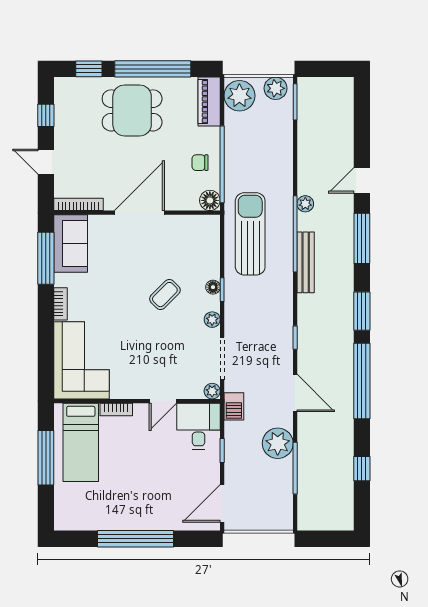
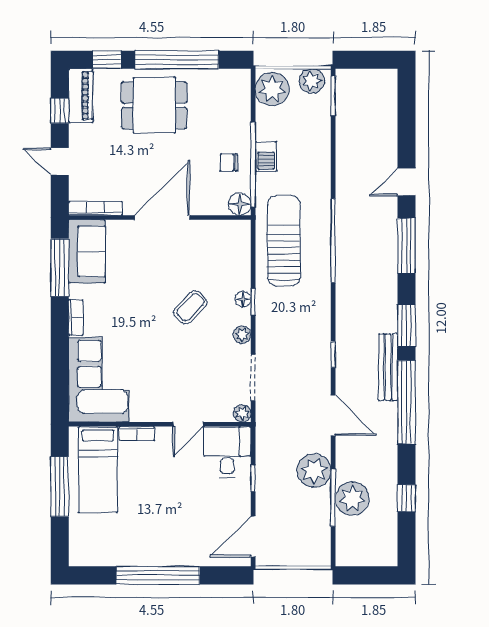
piano: (209, 102) -> (81, 96), moved, turned 180
plant: (305, 204) -> (352, 499), moved, width x1.88, depth x1.88
bench: (306, 262) -> (388, 367), moved
barbecue: (234, 406) -> (266, 156), moved

